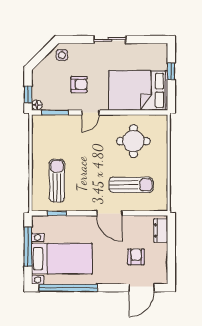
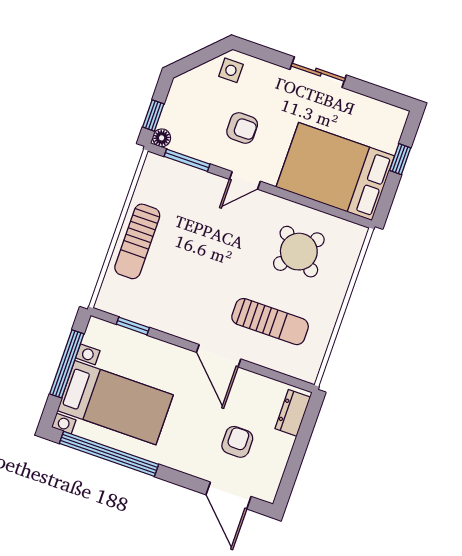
round table: (133, 141) -> (299, 252), turned 38
sun lounger: (57, 181) -> (137, 241), moved, turned 180
door: (141, 288) -> (229, 496), hinge flipped

